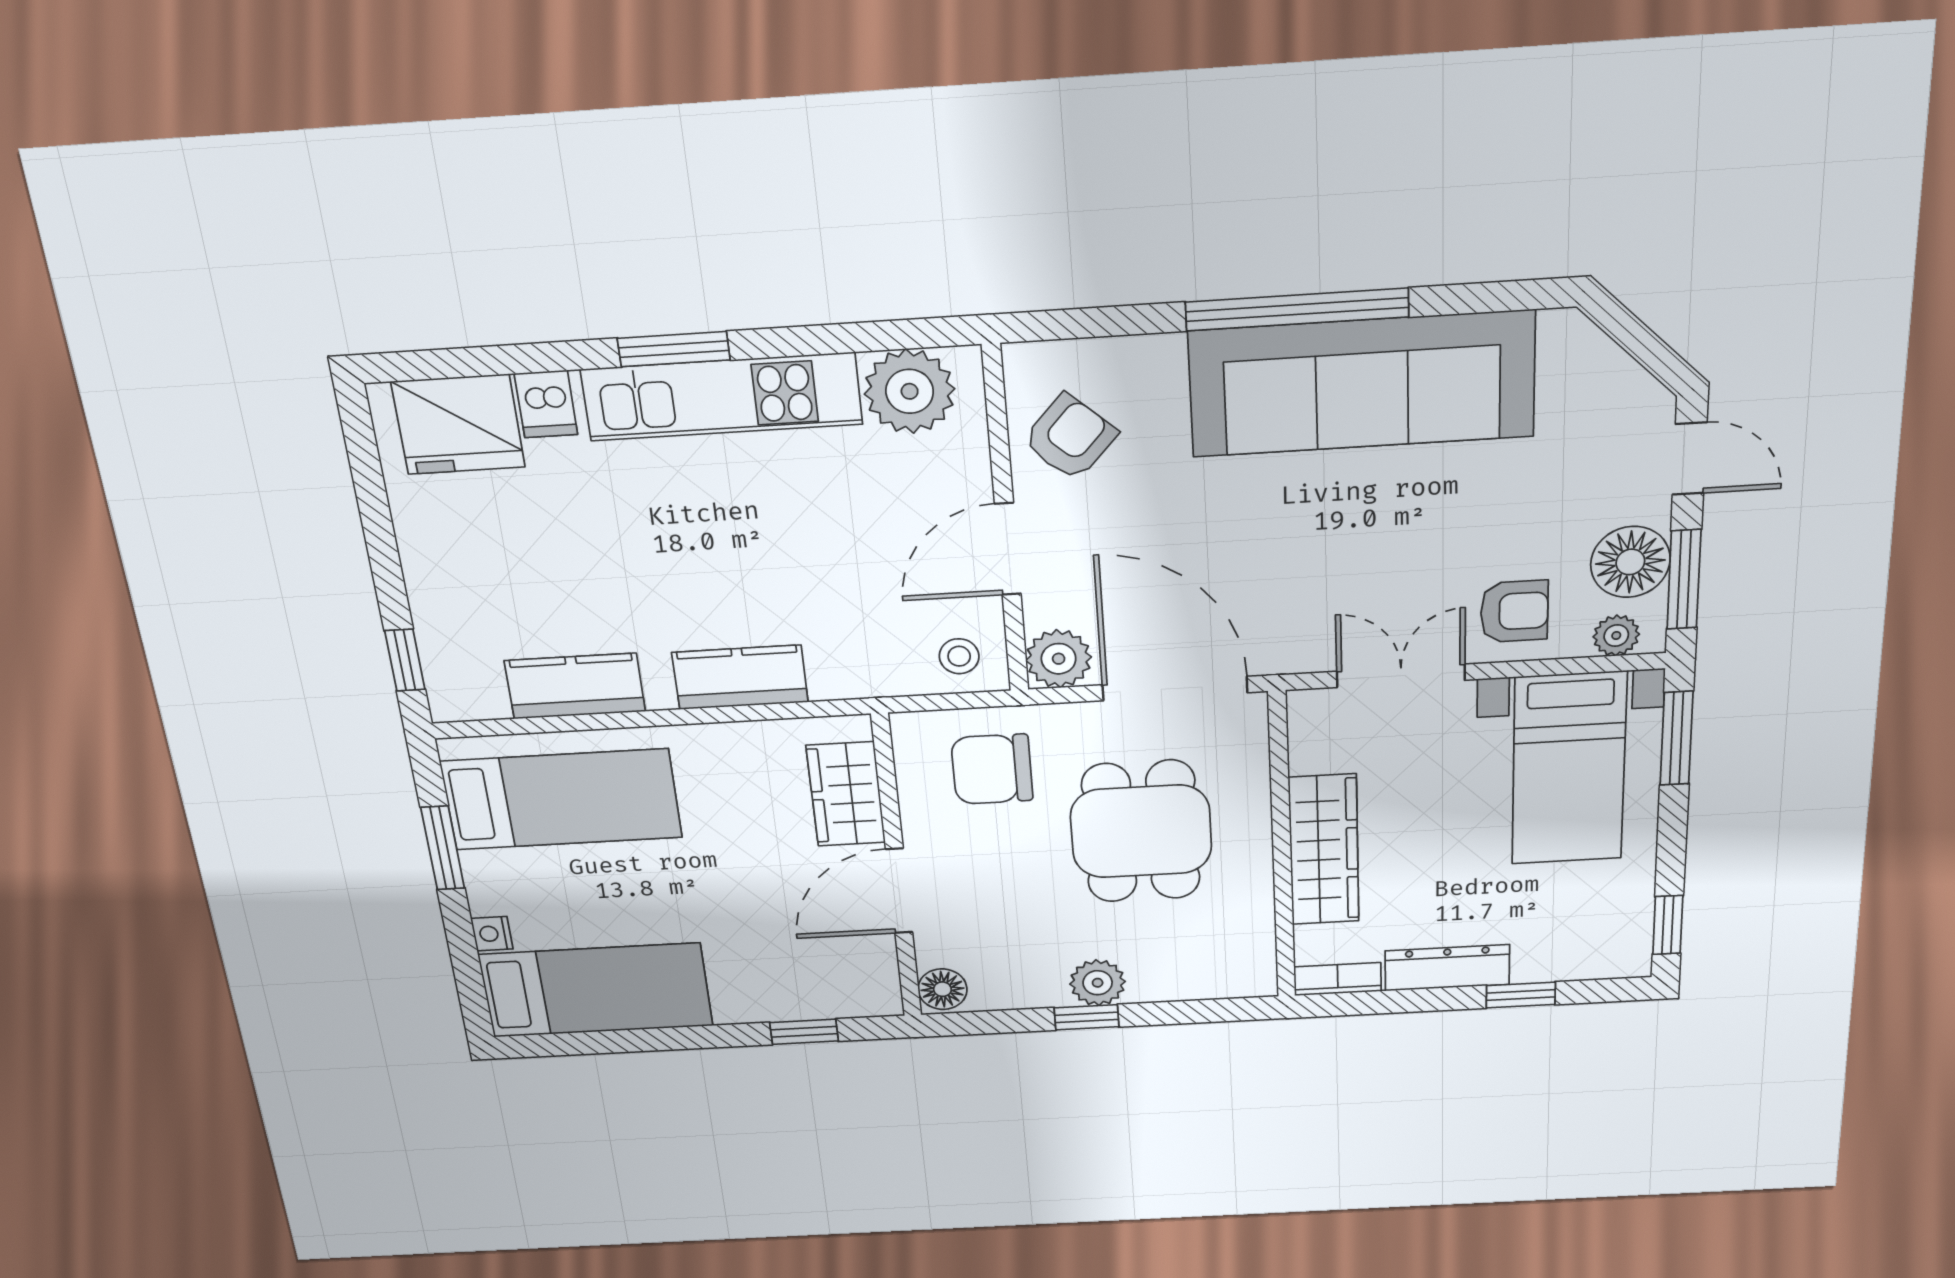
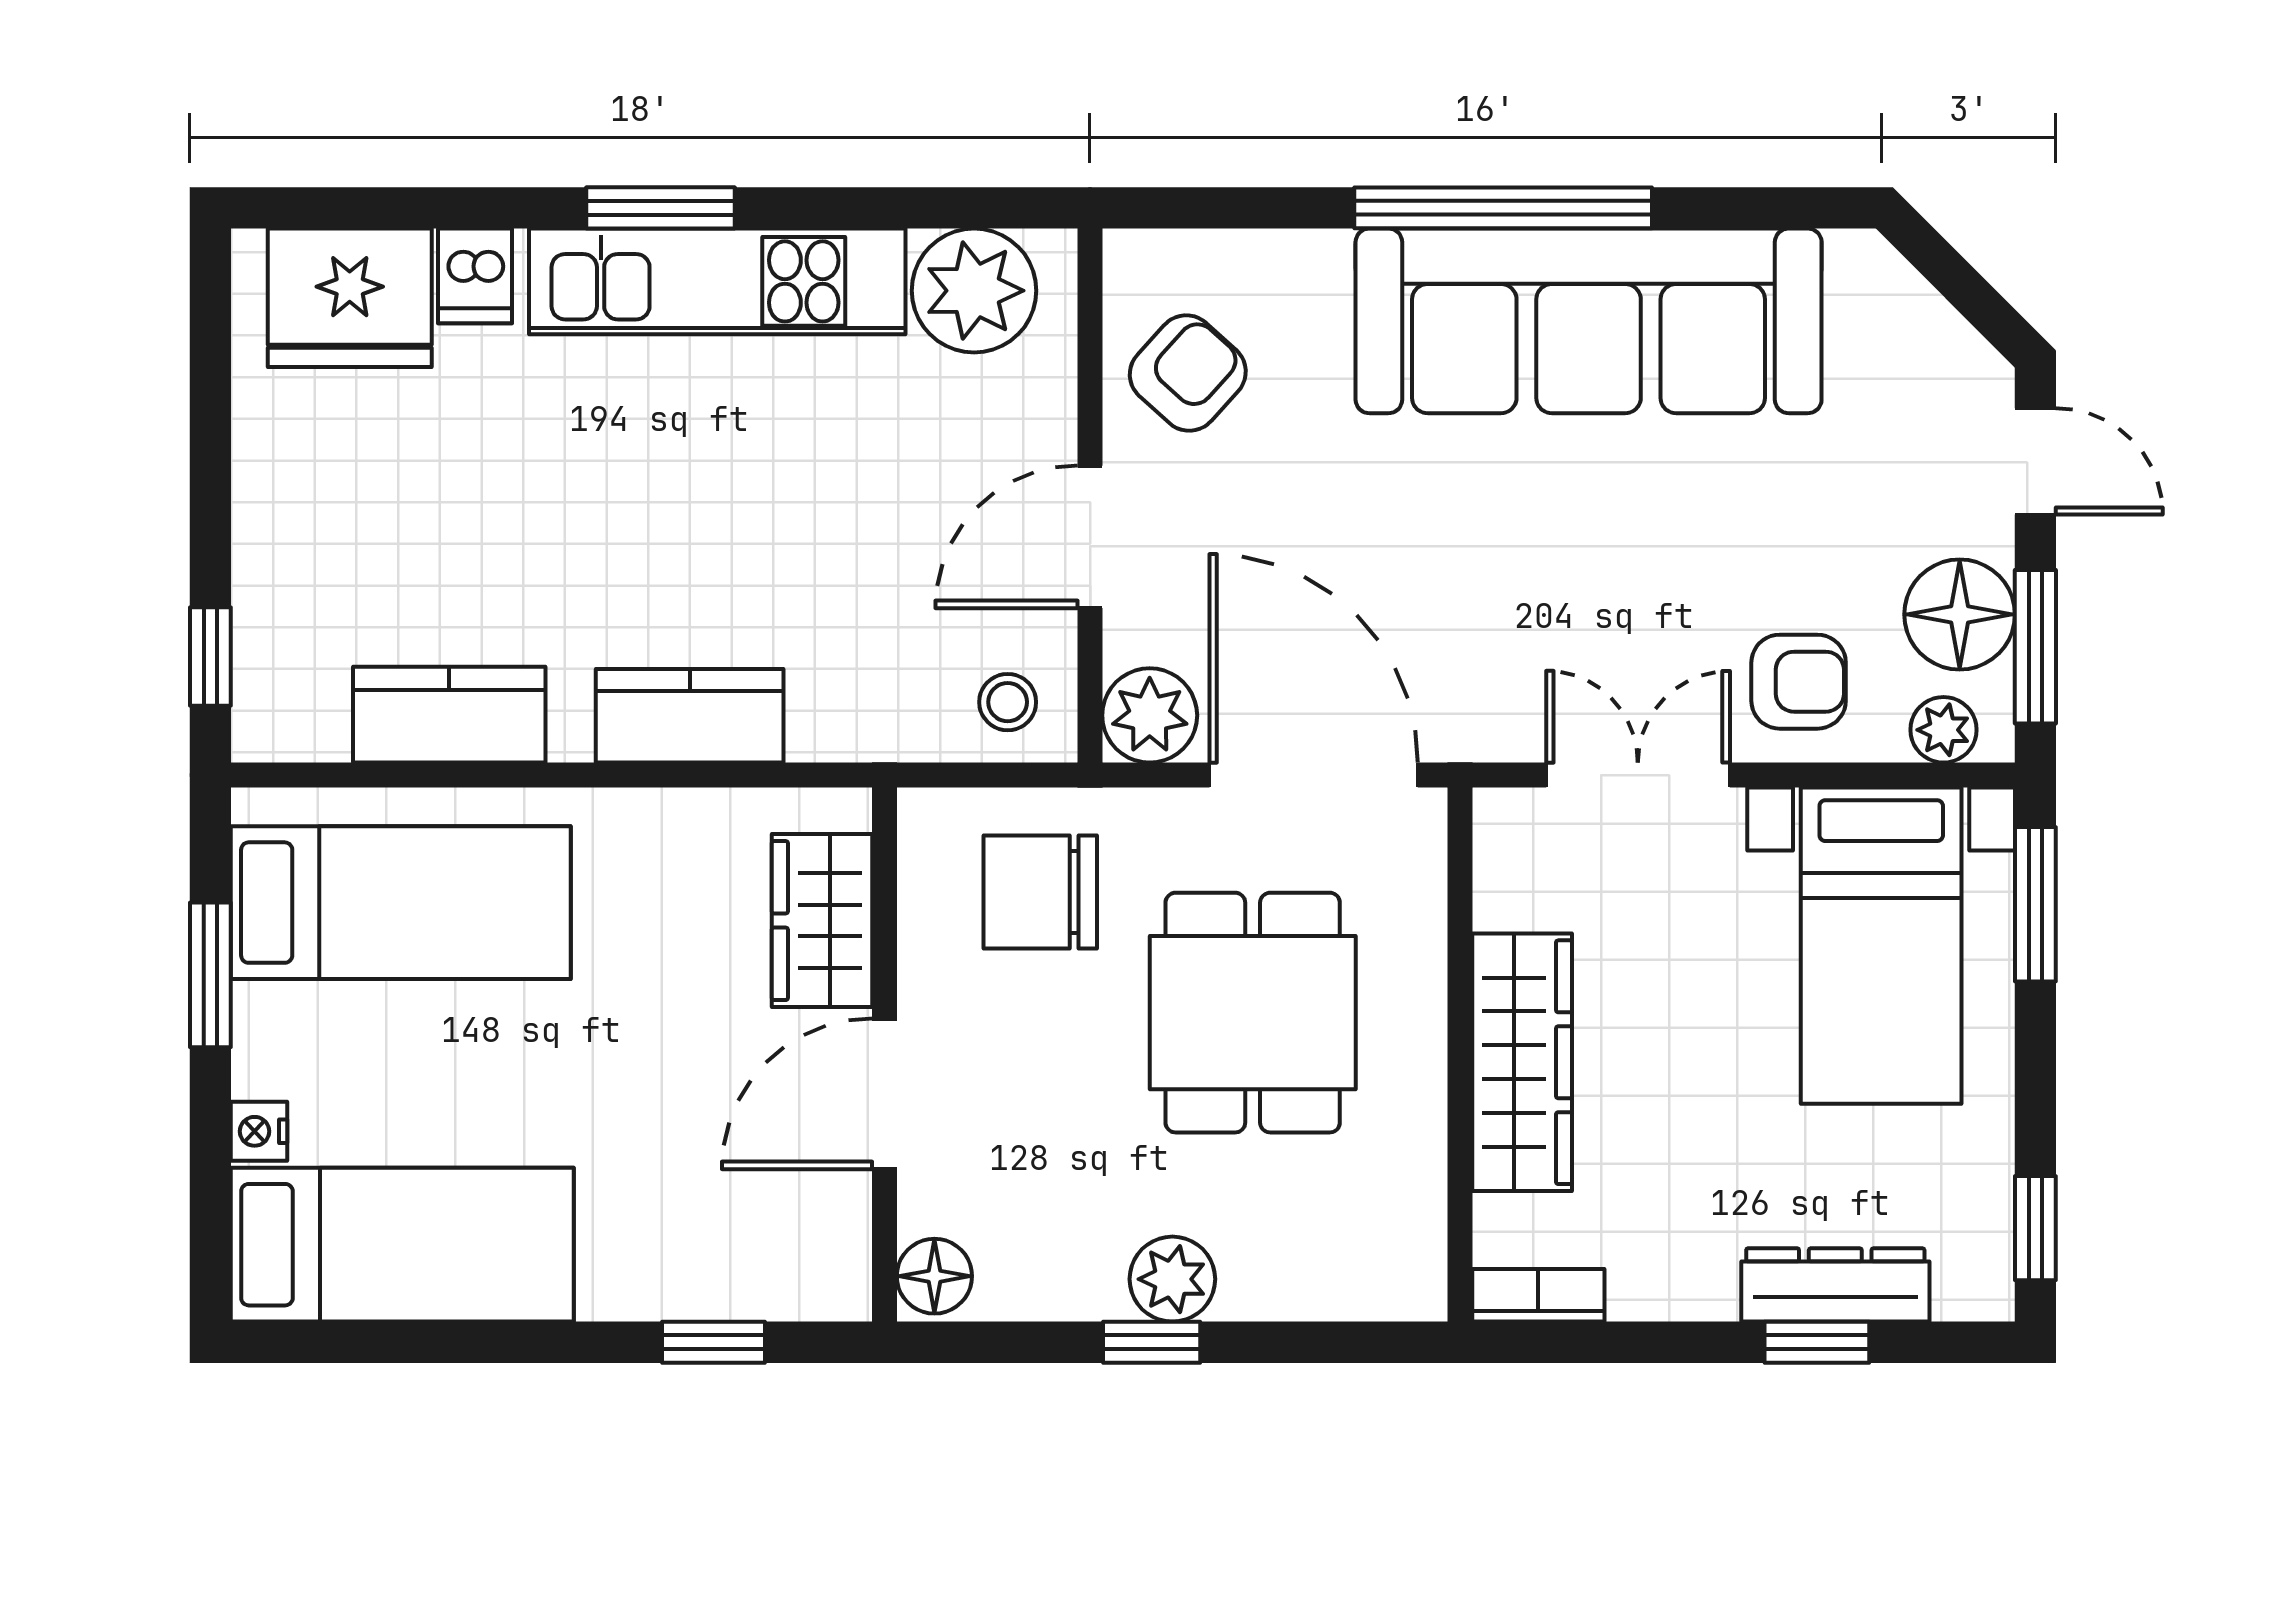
dresser: (1447, 968) -> (1835, 1285), moved

